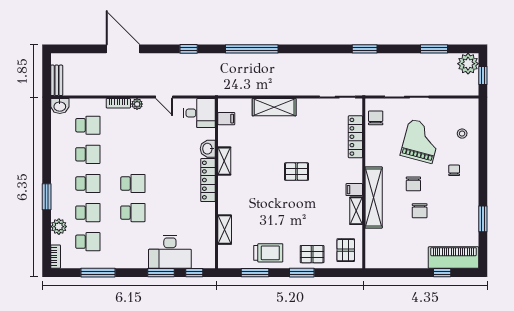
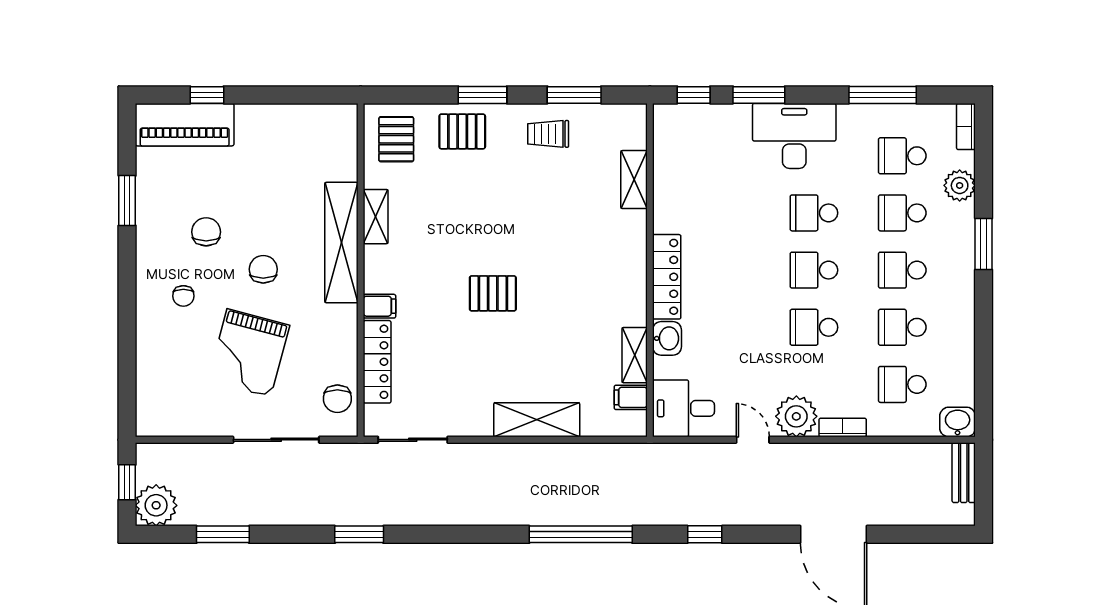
plant: (137, 104) -> (796, 416), width x1.87, depth x1.87
stool: (462, 134) -> (168, 368), removed
school desk: (133, 154) -> (814, 327), added
shelving: (224, 161) -> (635, 355), moved
filing cabinet: (354, 190) -> (379, 306), moved
chair: (420, 211) -> (206, 232), moved
desk: (170, 252) -> (794, 136), moved
trolley: (268, 253) -> (548, 134), width x0.73, depth x0.72

